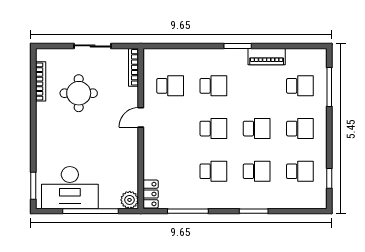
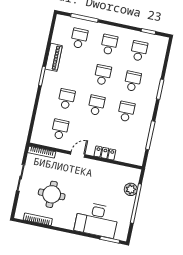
door: (141, 117) -> (78, 154), swing flipped
desk: (70, 188) -> (97, 220), moved, turned 90
locker: (151, 194) -> (105, 153), moved
plant: (130, 200) -> (131, 189), moved

